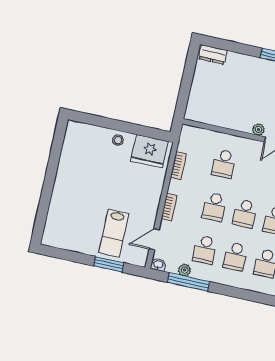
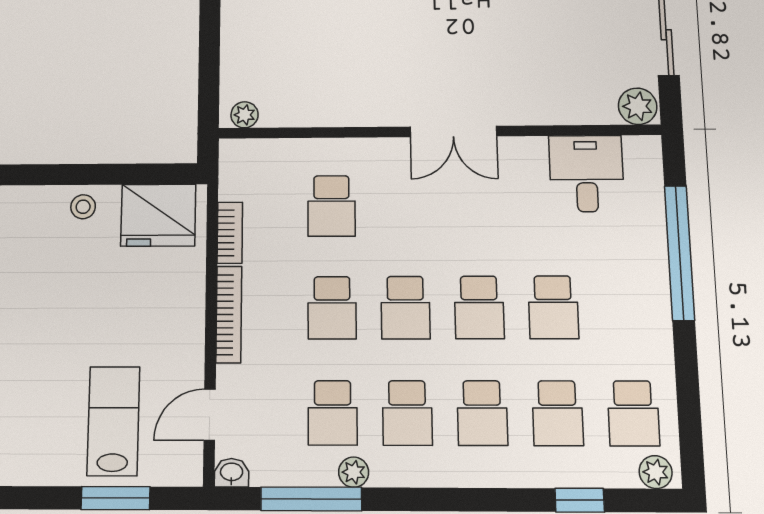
plant: (258, 130) -> (245, 115), moved
bookcase: (169, 207) -> (229, 314), width x1.56
lab bench: (114, 233) -> (113, 421), turned 180
plant: (185, 270) -> (354, 472), moved

